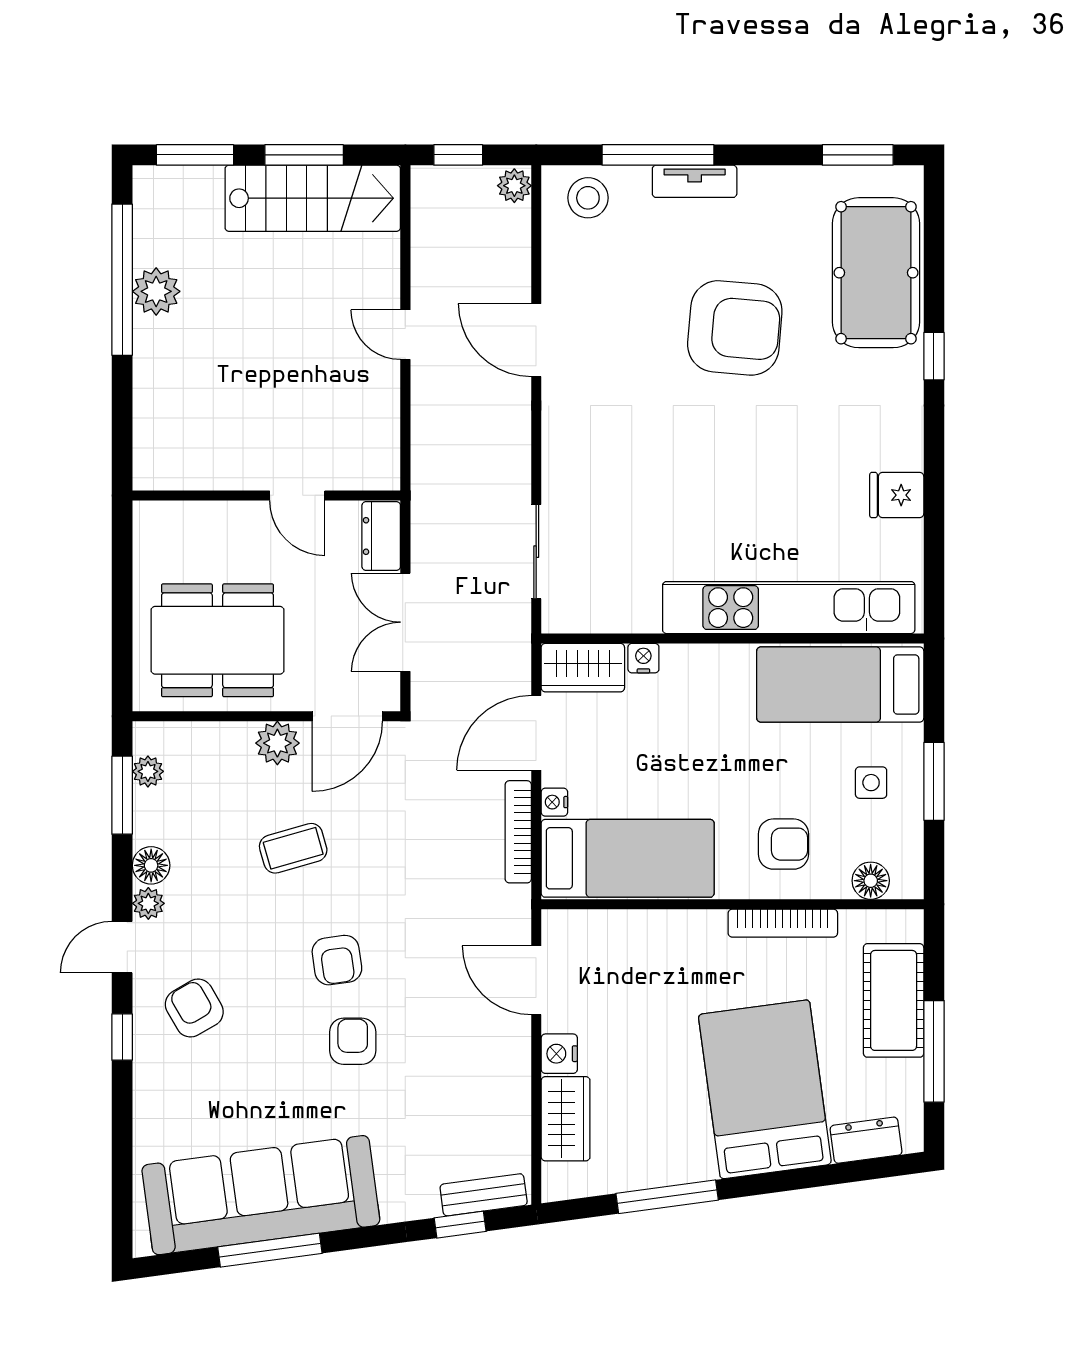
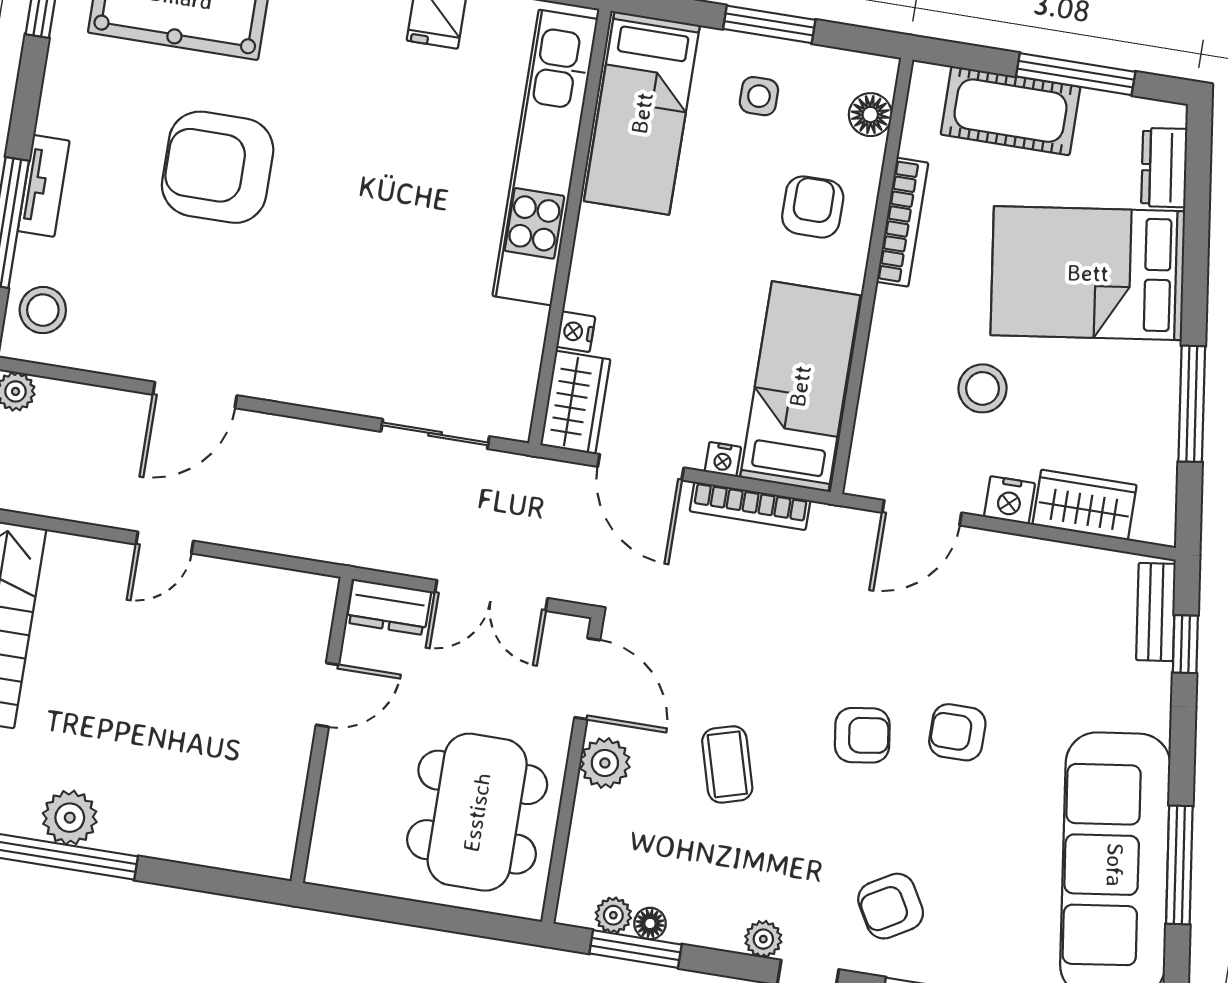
armchair: (735, 328) -> (218, 167), turned -95
floor lamp: (151, 865) -> (650, 923), moved, width x0.73, depth x0.73
stool: (651, 1015) -> (982, 388), added

